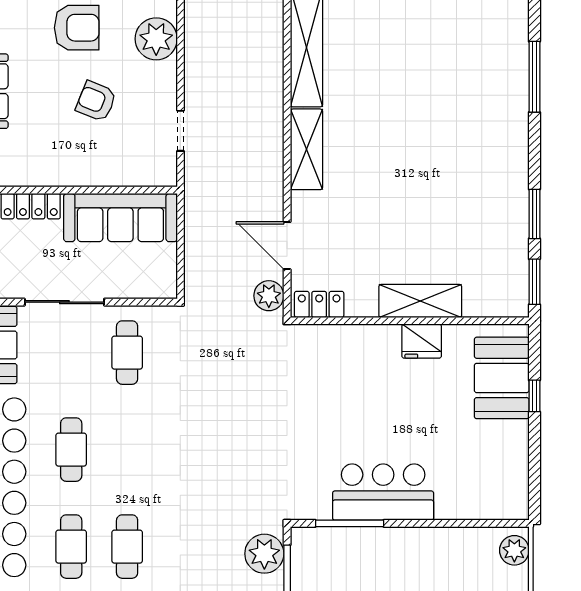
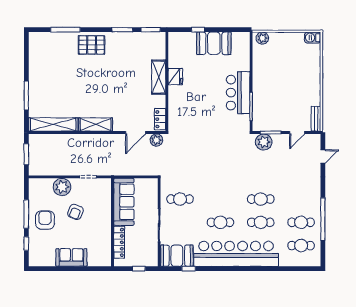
plant: (156, 39) -> (62, 187), moved
pallet: (498, 140) -> (92, 45), added
booth: (502, 378) -> (214, 43), moved

